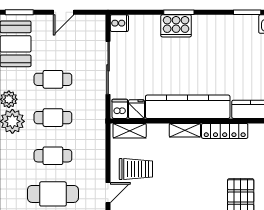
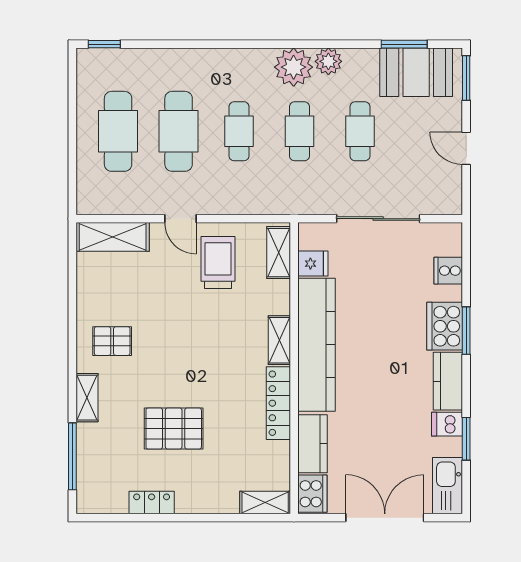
cooker: (119, 23) -> (448, 271), moved, turned 90
kitchen counter: (211, 24) -> (448, 381), added
dishwasher: (120, 109) -> (447, 424), moved, turned 180
trolley: (136, 169) -> (218, 263), turned 180

